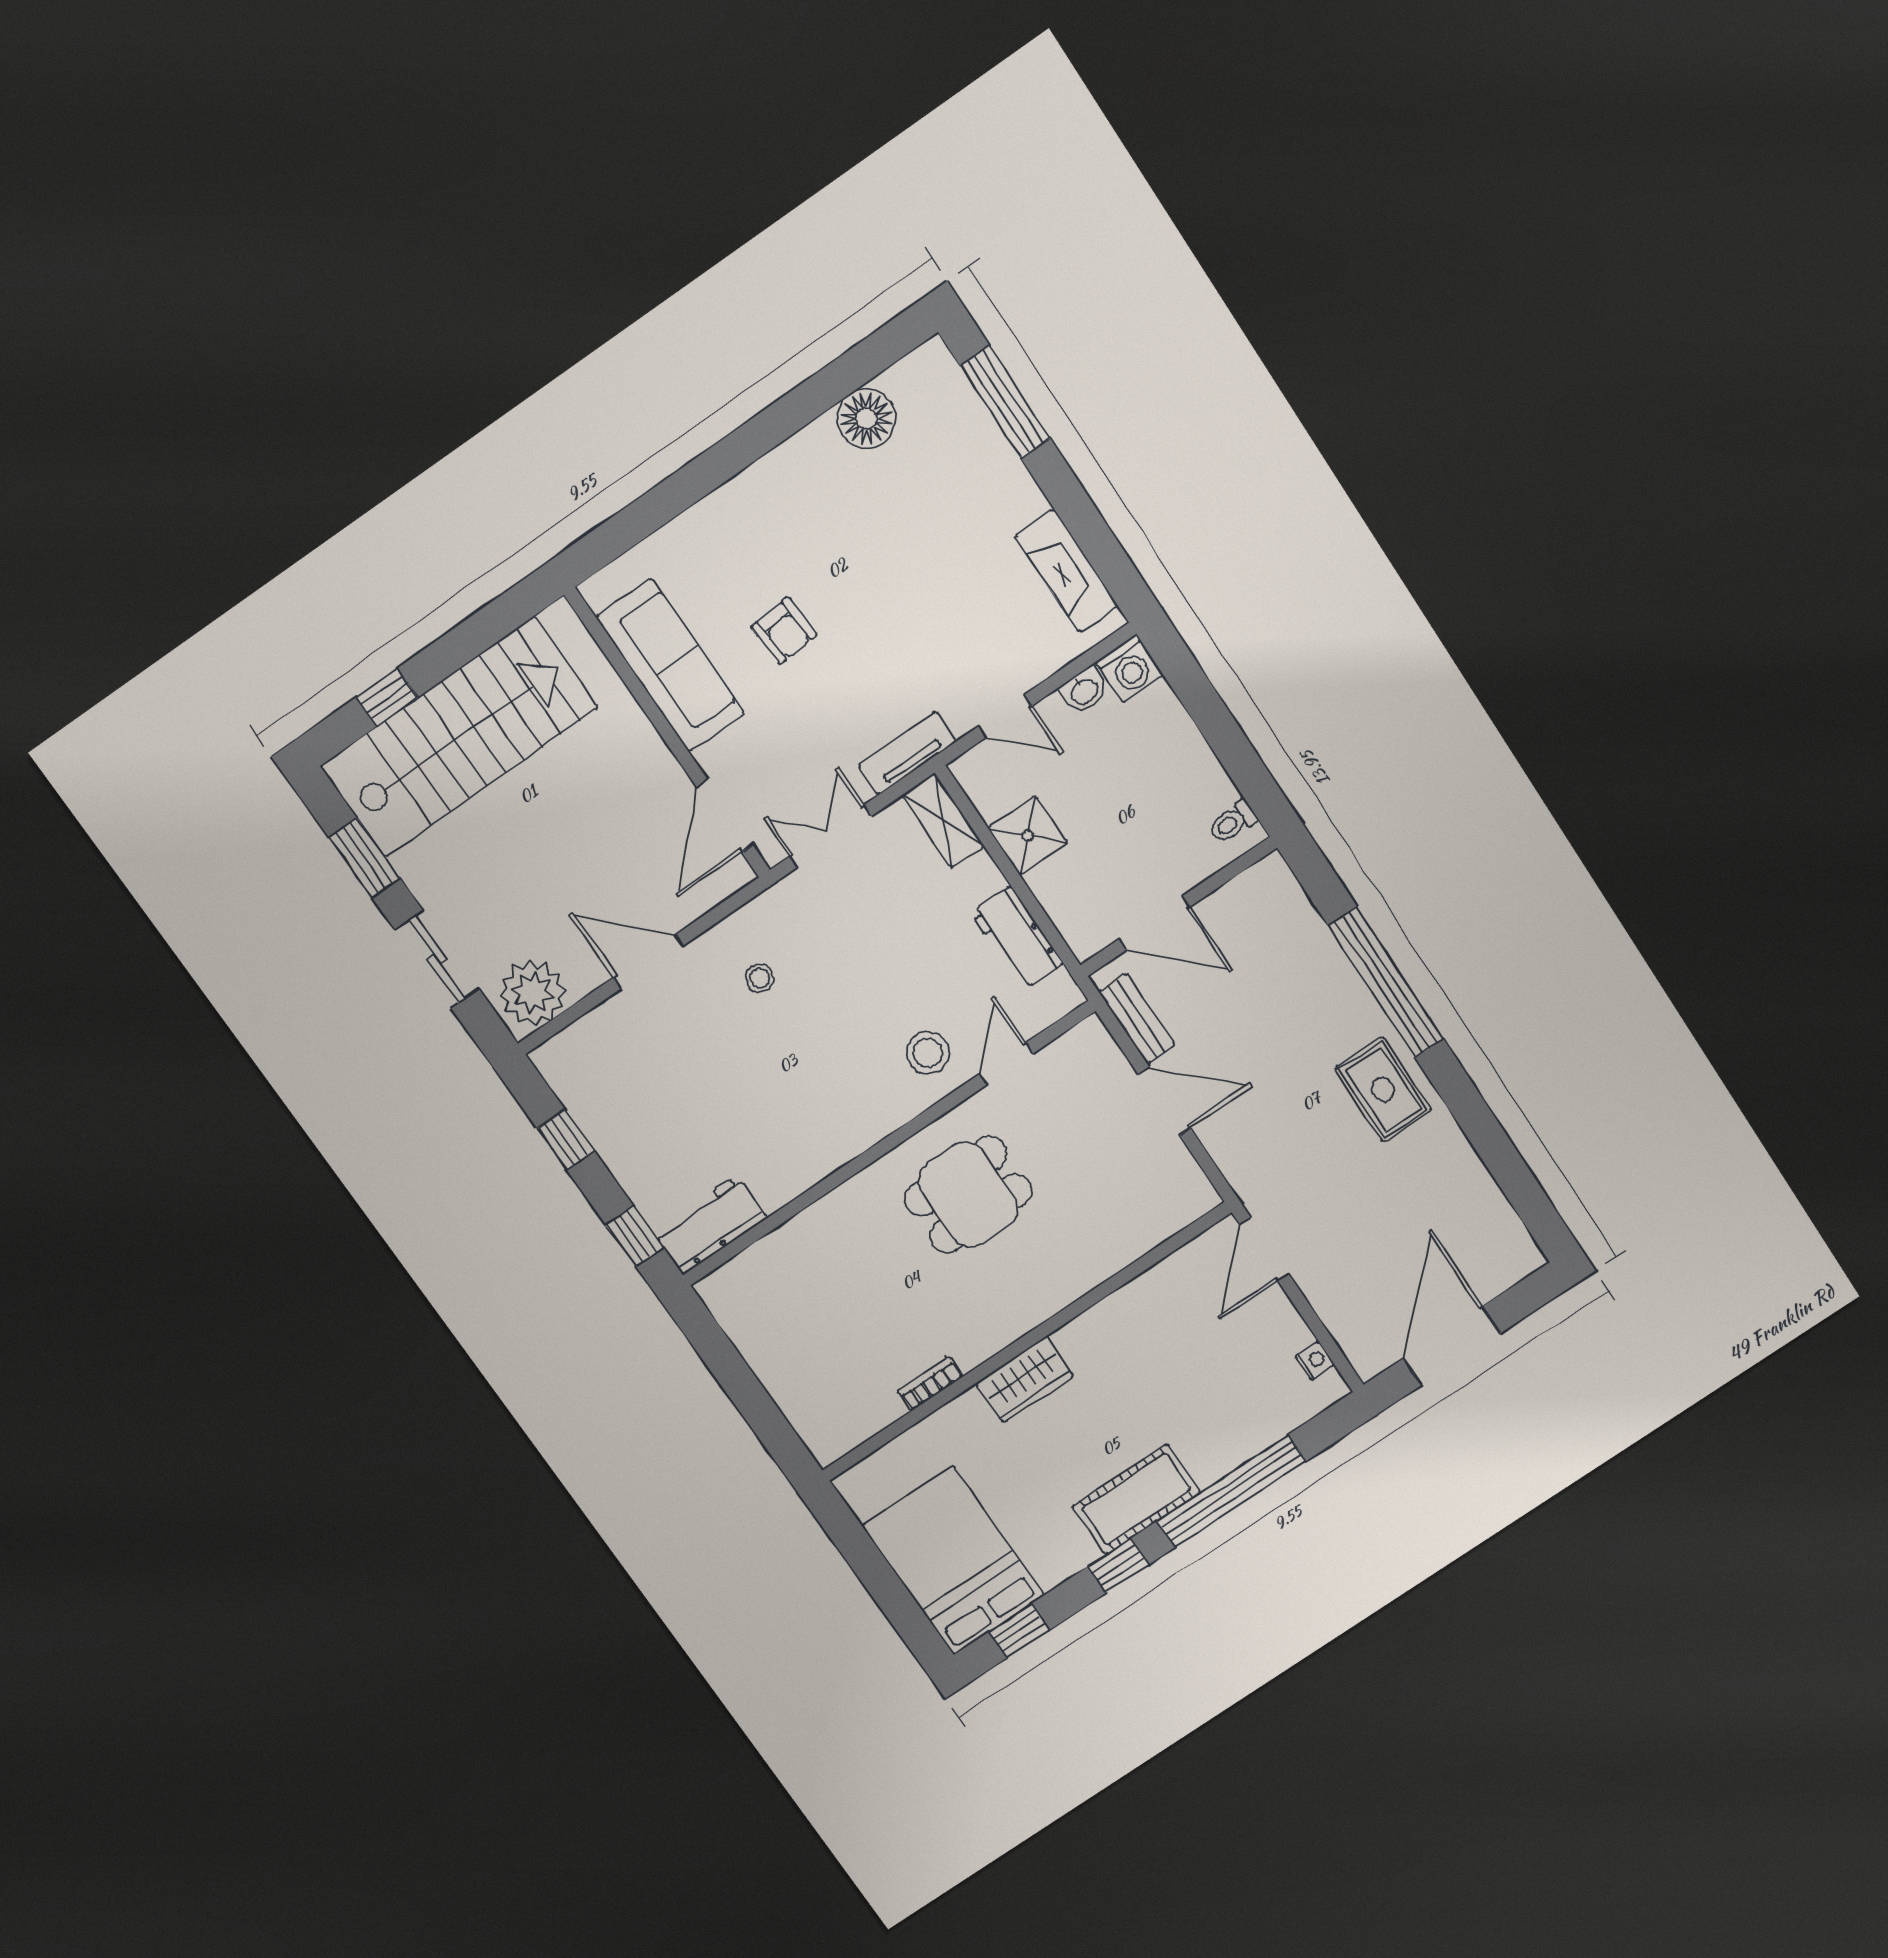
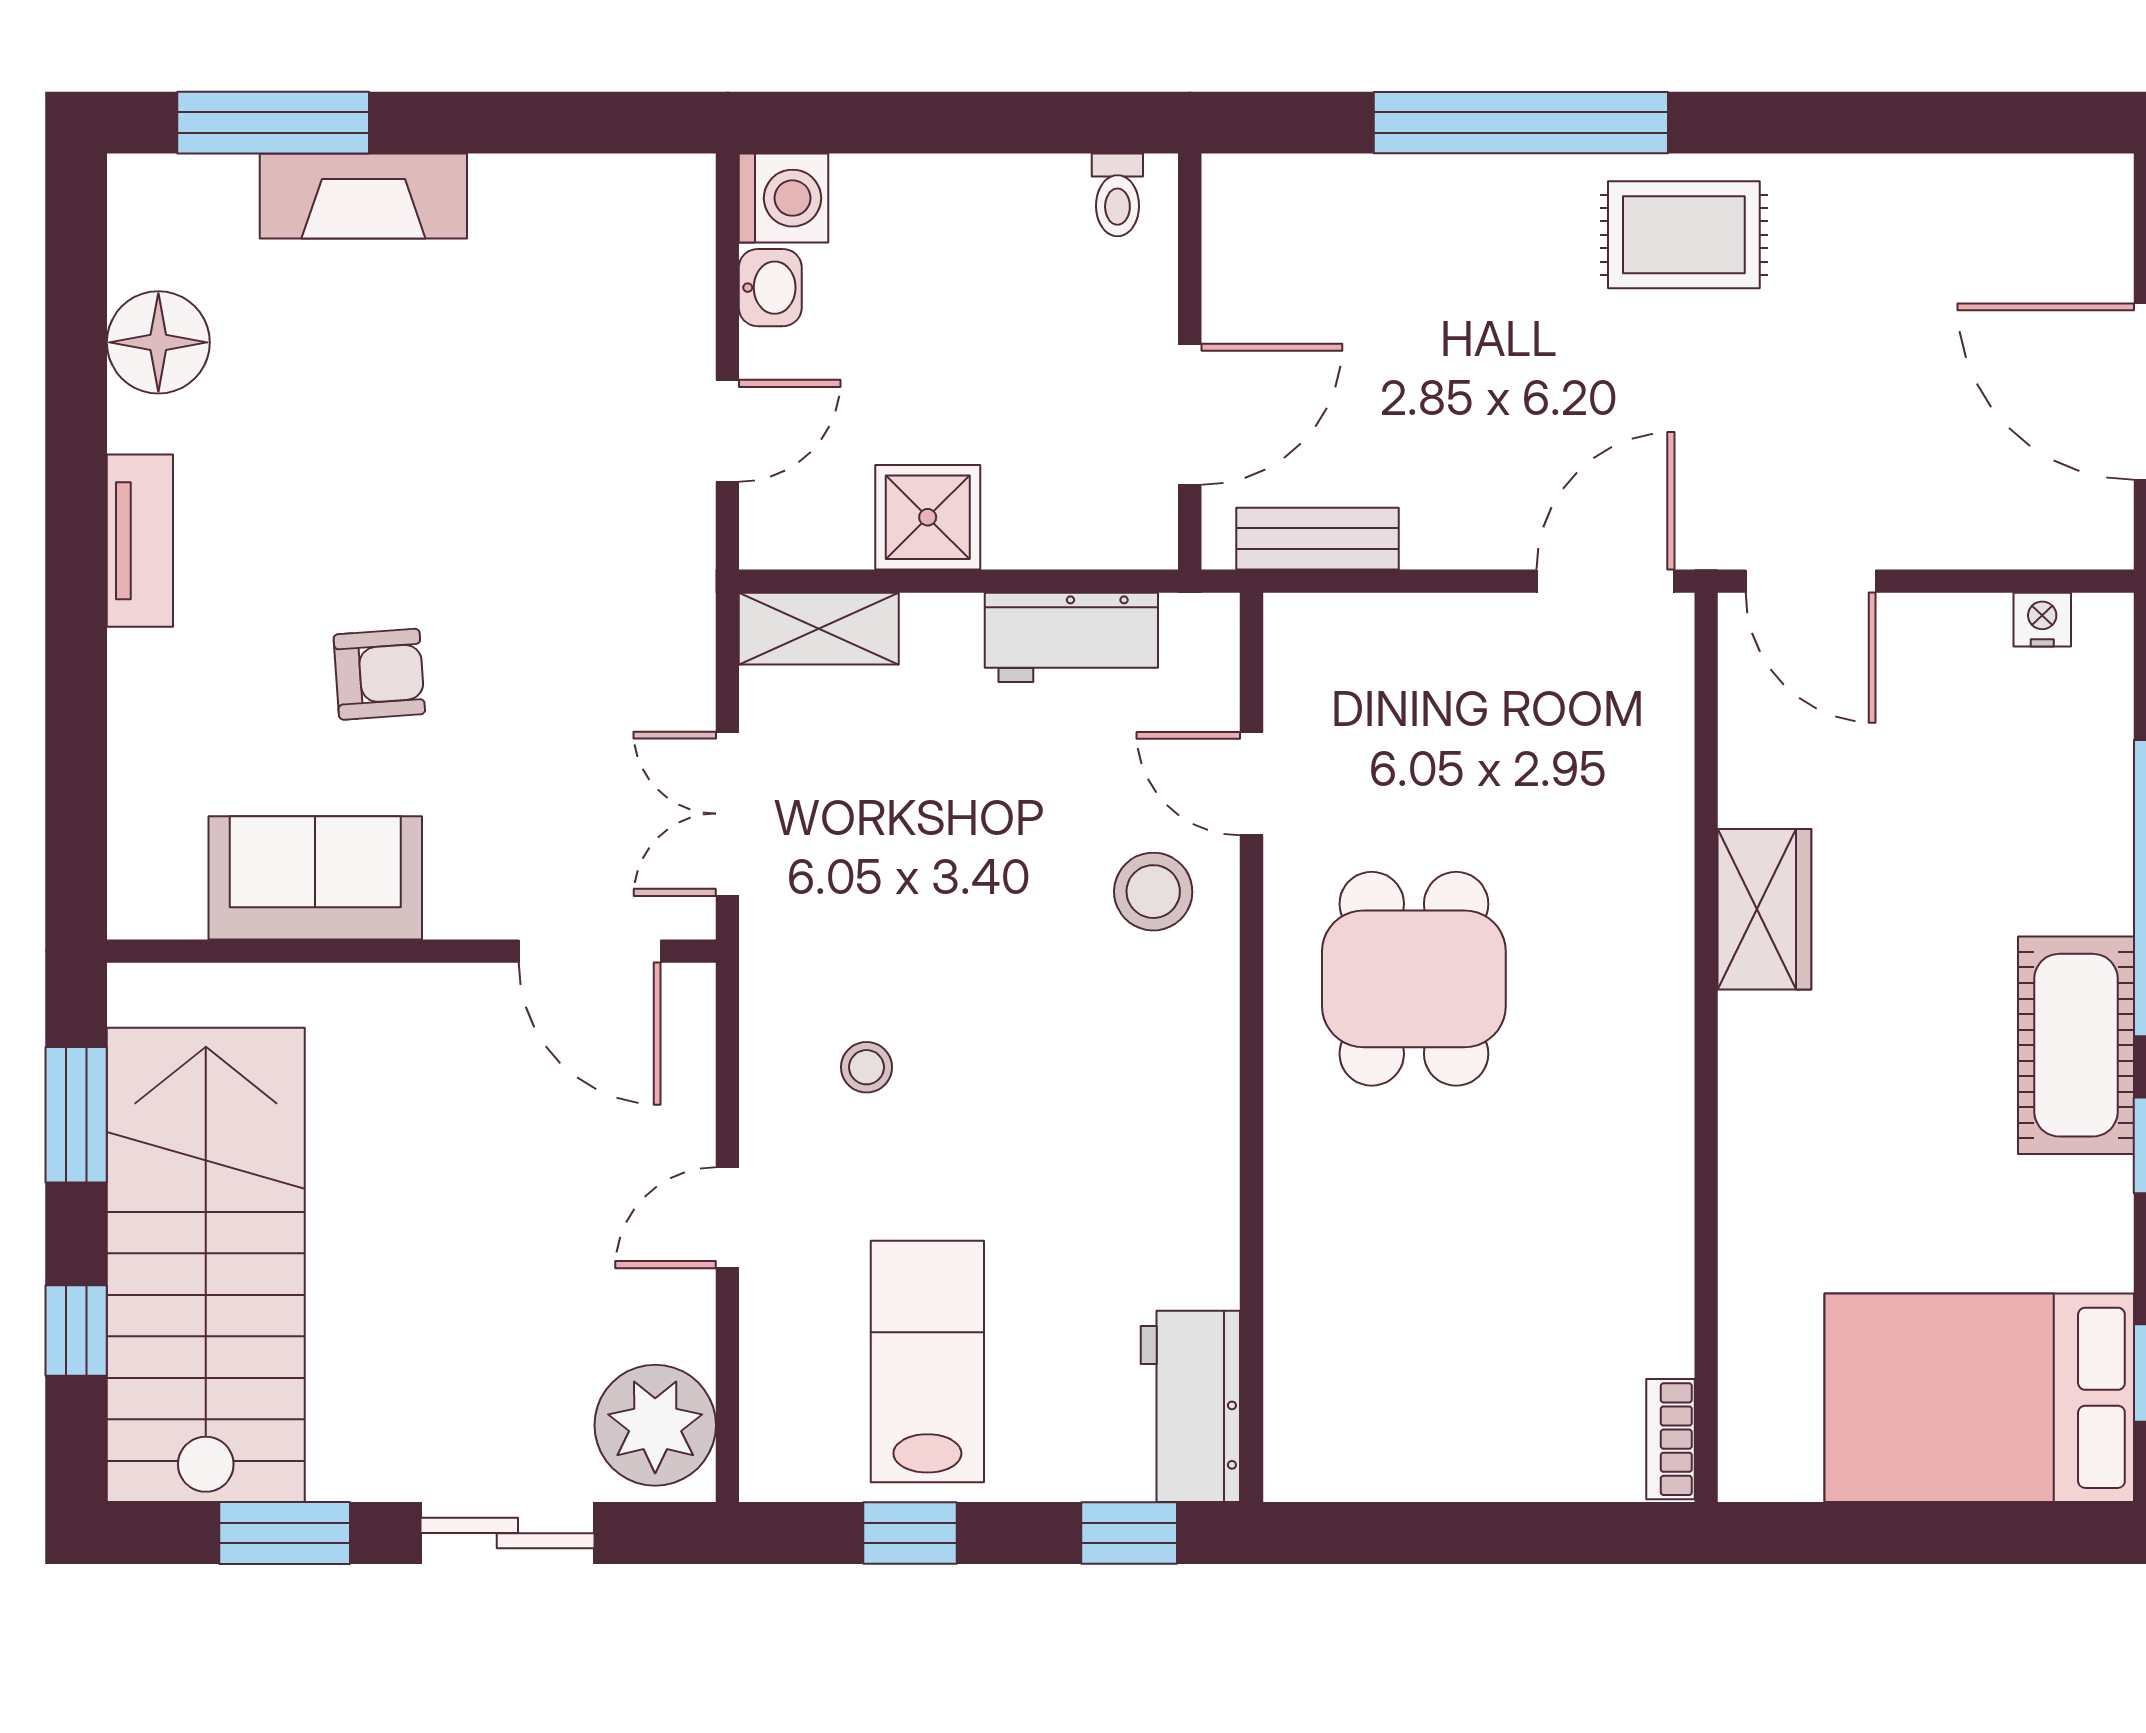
fireplace: (1067, 571) -> (363, 196), moved
window: (485, 629) -> (76, 1115), added
sofa: (670, 665) -> (315, 878), width x0.73
tv unit: (907, 753) -> (140, 541), moved, turned 180
door: (648, 962) -> (727, 1218), width x0.73
lab bench: (647, 1095) -> (927, 1361), added
door: (1164, 1101) -> (1606, 581), moved
wardrobe: (1025, 1380) -> (1764, 909), moved
bookcase: (930, 1384) -> (1671, 1439), moved

